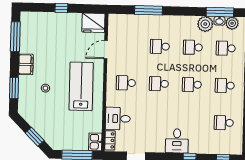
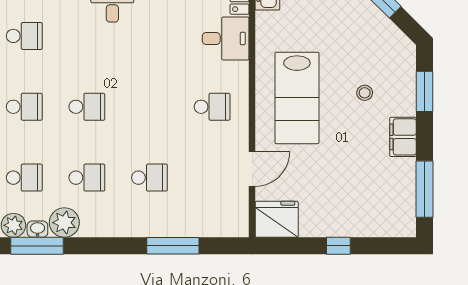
school desk: (159, 84) -> (149, 107), removed

